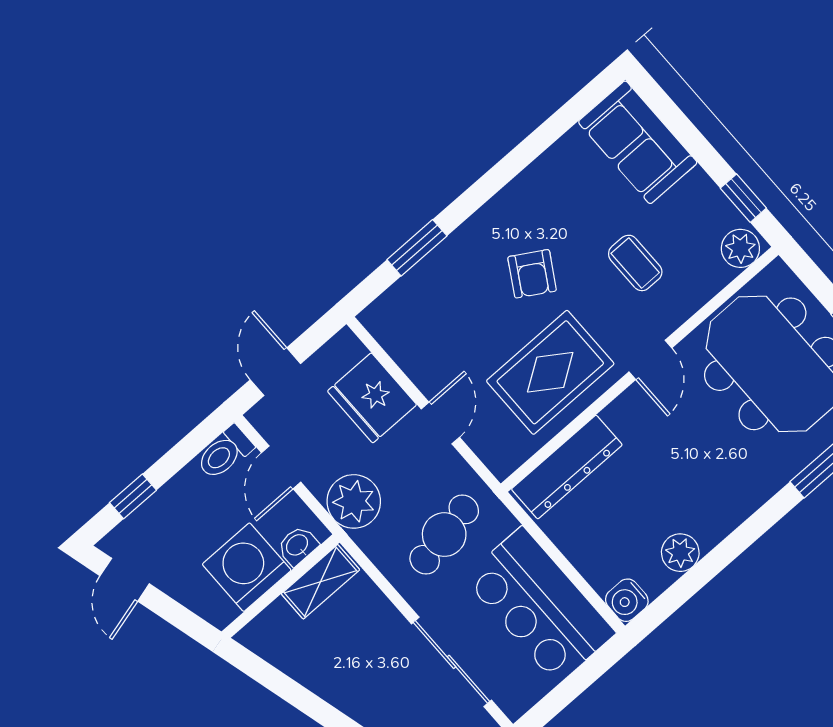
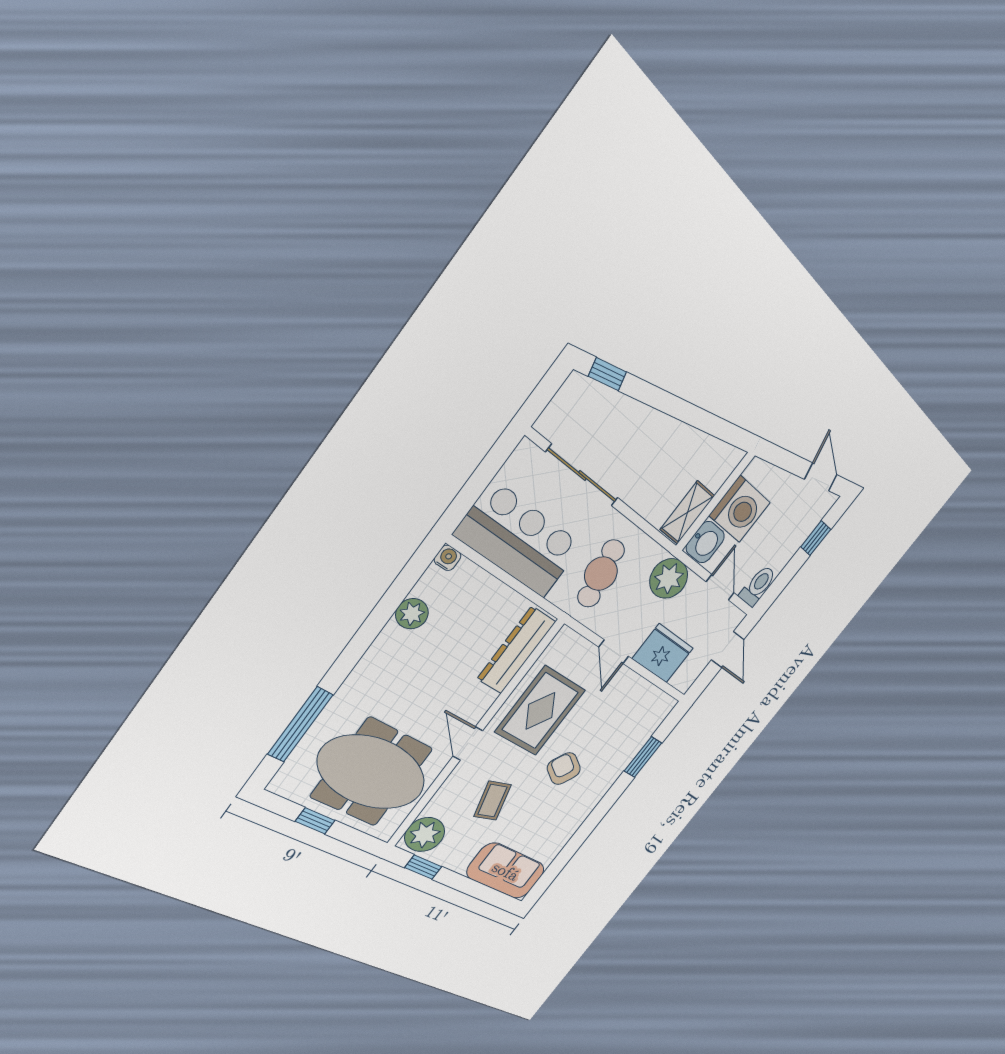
plant: (740, 248) -> (425, 835), width x1.36, depth x1.36
coffee table: (635, 263) -> (492, 801), turned 74
washbasin: (298, 546) -> (705, 542), width x1.38, depth x1.45
water cooler: (627, 600) -> (448, 558), width x0.72, depth x0.72

